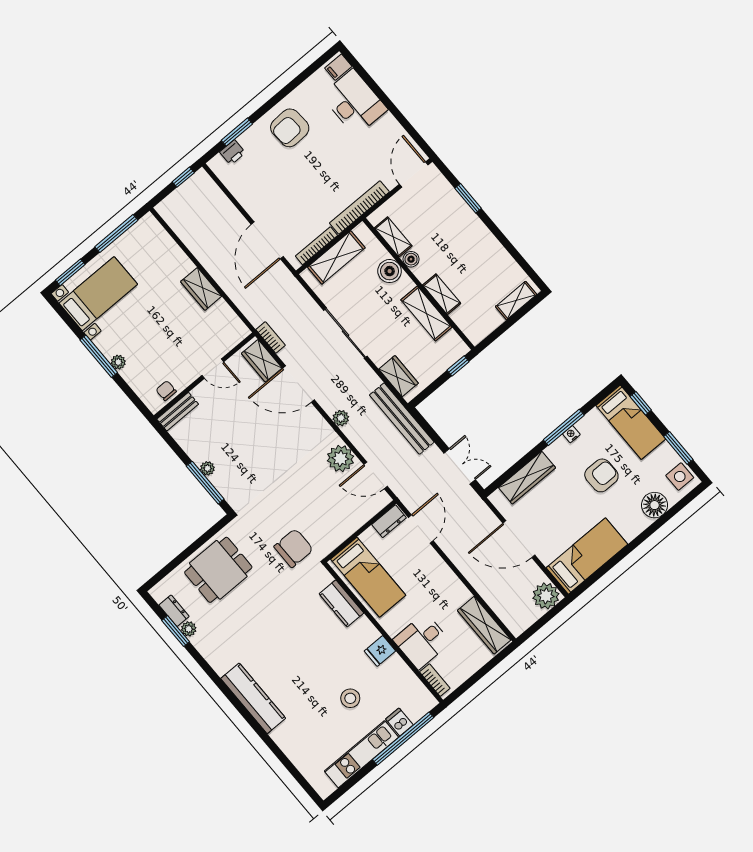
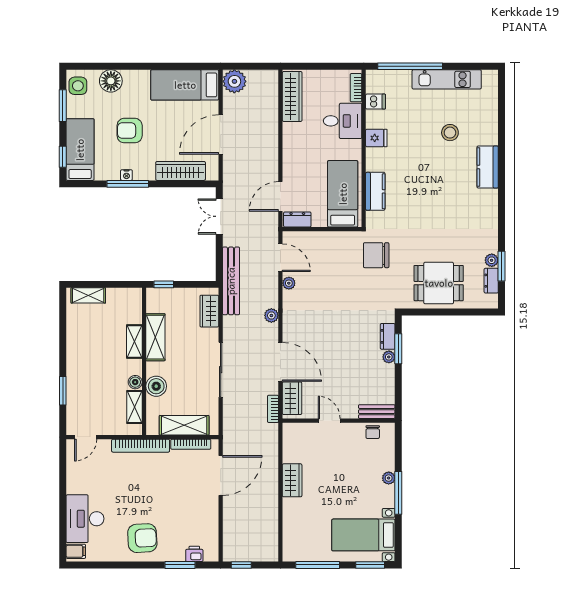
door: (414, 174) -> (86, 437), width x0.73
plant: (340, 458) -> (289, 283), width x0.53, depth x0.53
window: (205, 483) -> (398, 349), width x0.69
dresser: (224, 486) -> (388, 336), added
door: (519, 539) -> (221, 134), swing flipped
kitchen counter: (253, 698) -> (488, 167), width x0.67
stool: (350, 698) -> (450, 133), moved
dishwasher: (399, 722) -> (376, 102), moved, turned -90

